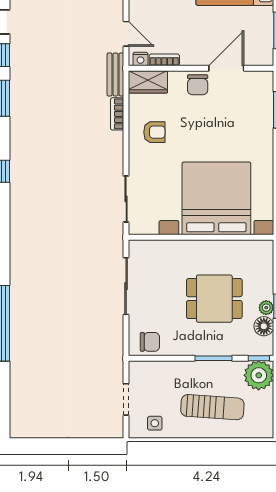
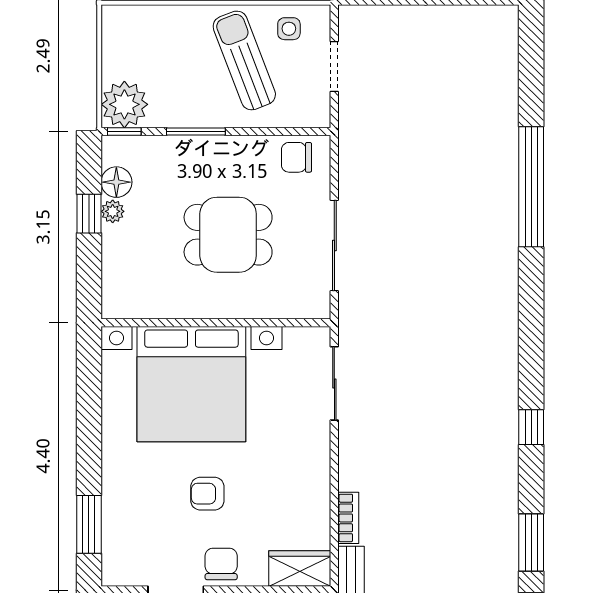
armchair: (154, 132) -> (207, 494), moved
dining table: (214, 299) -> (228, 235), moved
sun lounger: (212, 407) -> (244, 60), moved, turned 65

